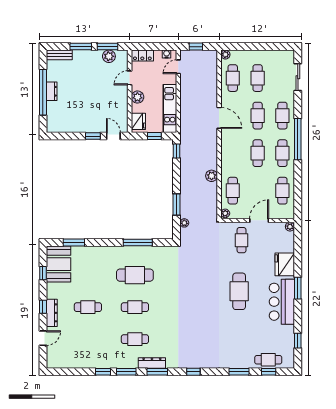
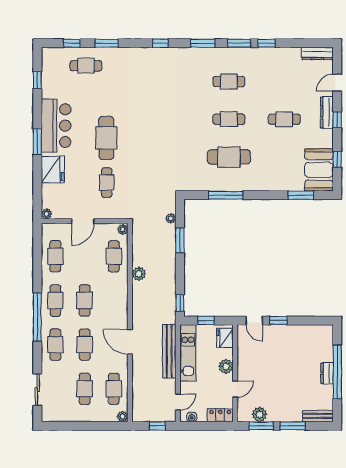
bench: (186, 110) -> (169, 351), added
cafe table: (242, 240) -> (107, 183), moved
cafe table: (268, 360) -> (86, 66), moved
dresser: (152, 363) -> (317, 53), moved

